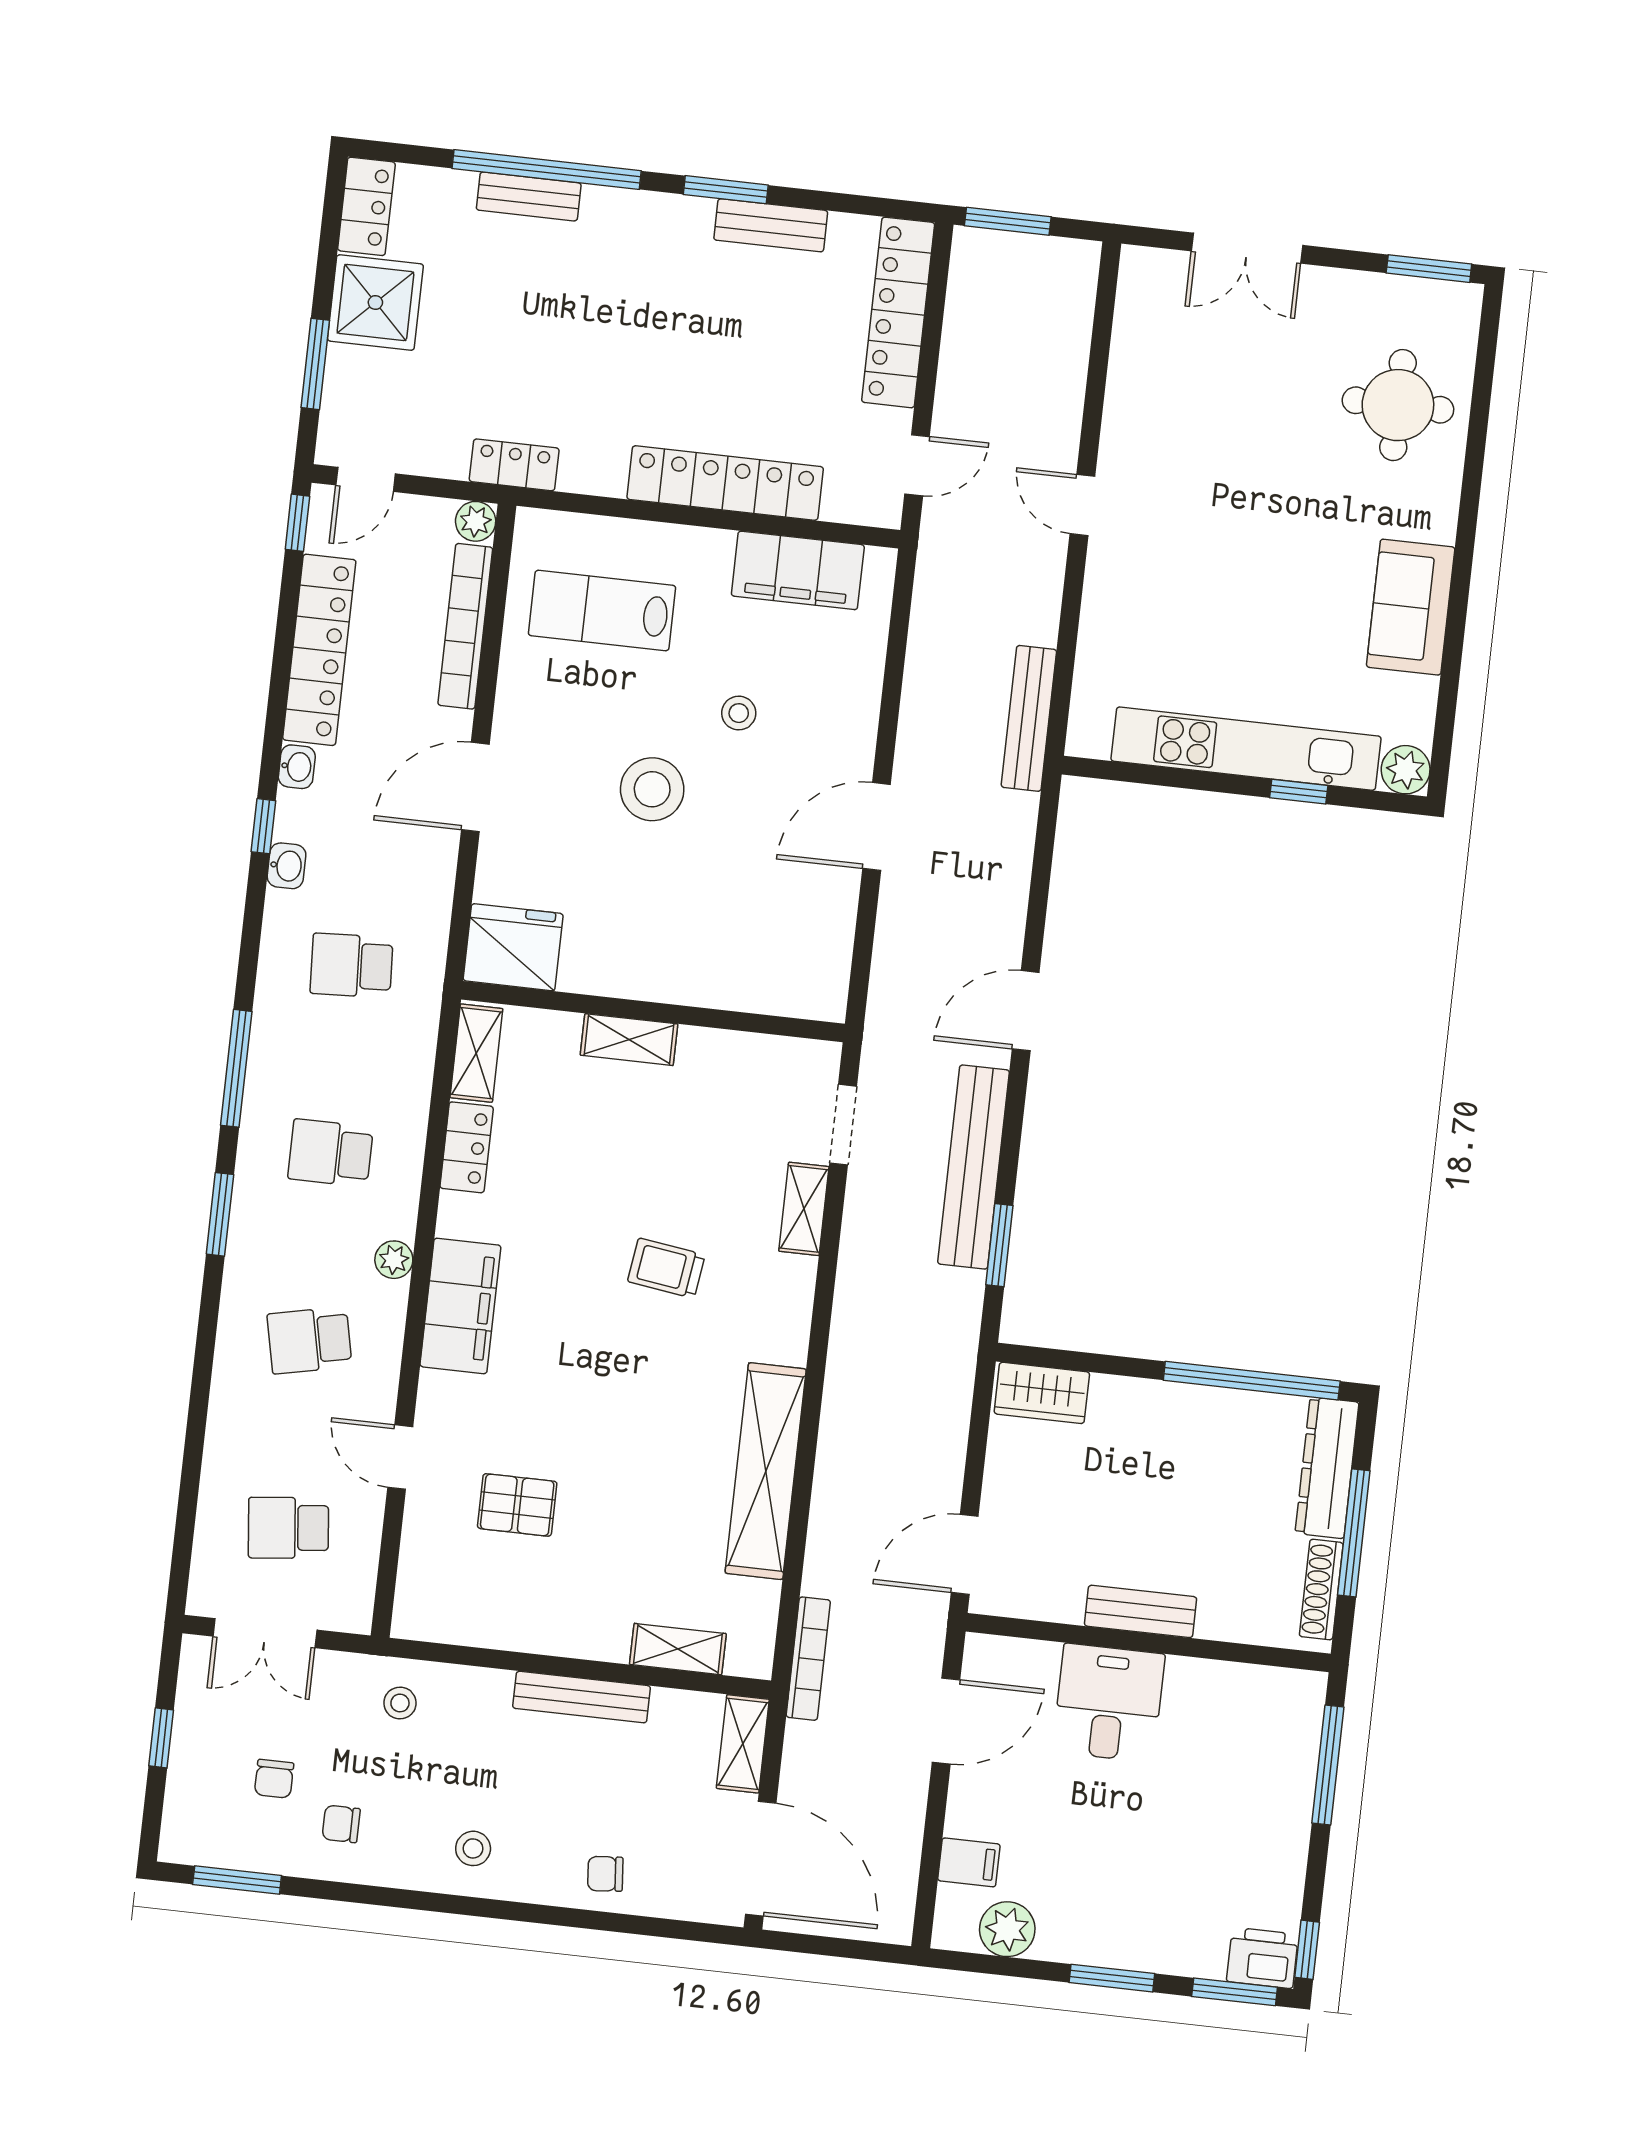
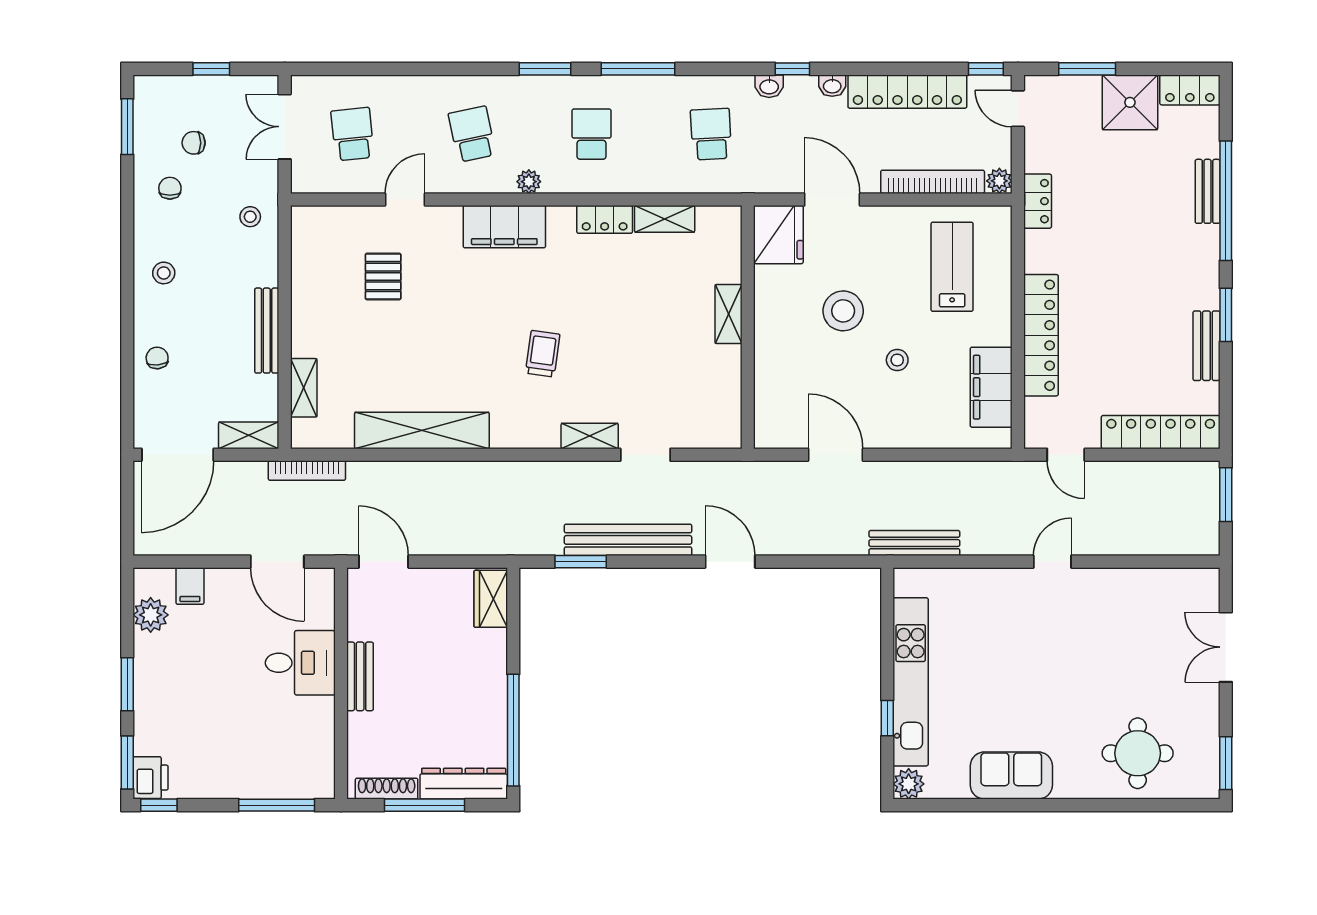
fridge: (513, 947) -> (778, 235), moved
wall: (653, 1012) -> (748, 327), moved
shelving: (629, 1040) -> (728, 314), moved

